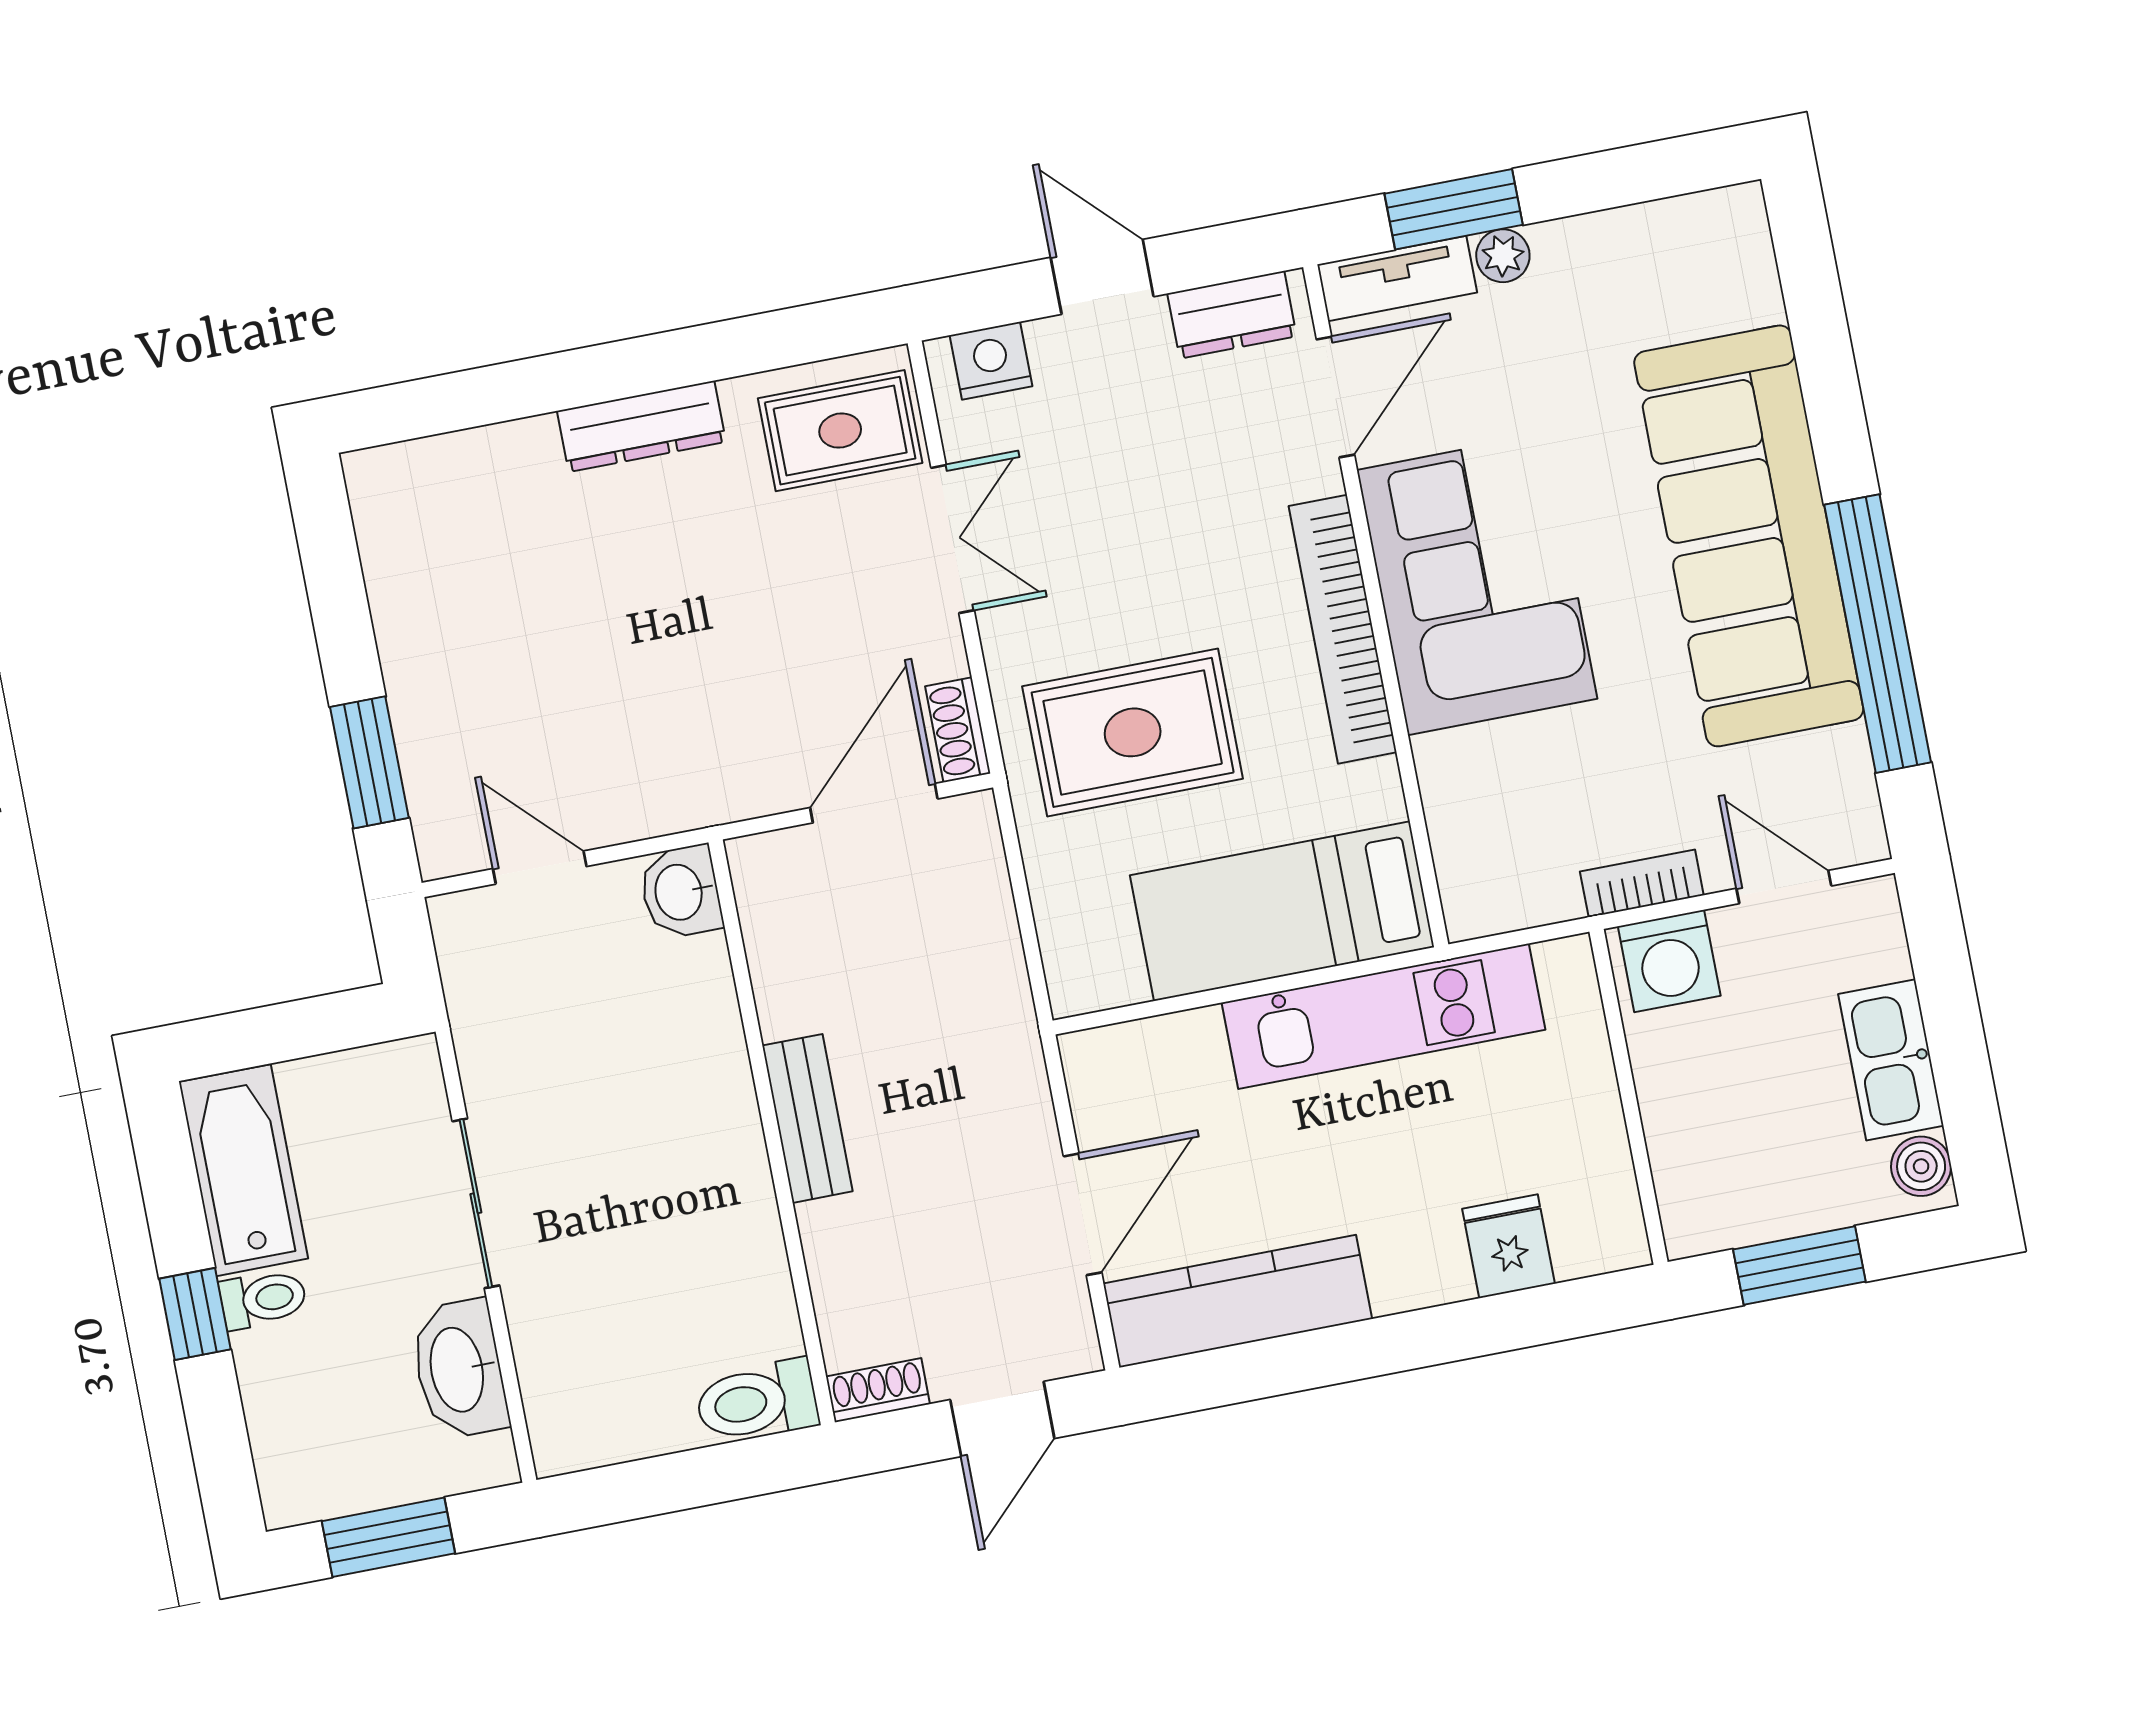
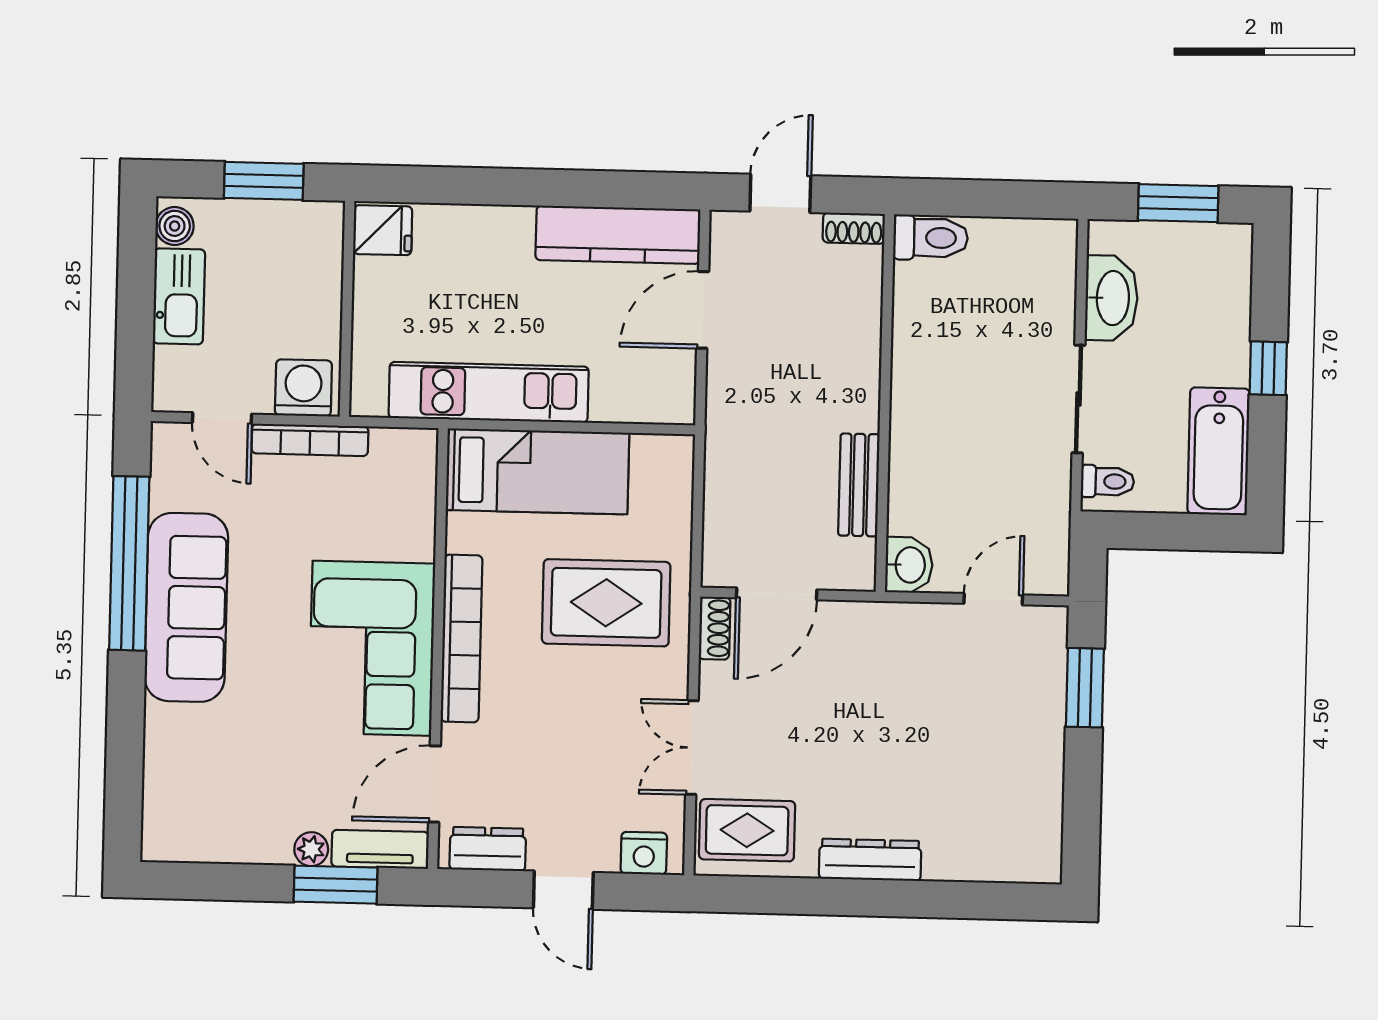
sofa: (1749, 536) -> (186, 607), width x0.74, depth x0.79
door: (540, 868) -> (993, 599), swing flipped
bookcase: (1642, 883) -> (310, 440), width x1.56
bench: (807, 1118) -> (859, 485), moved
fridge: (1509, 1246) -> (383, 230), moved, turned -90
toilet: (263, 1299) -> (1107, 481), moved, turned 180

